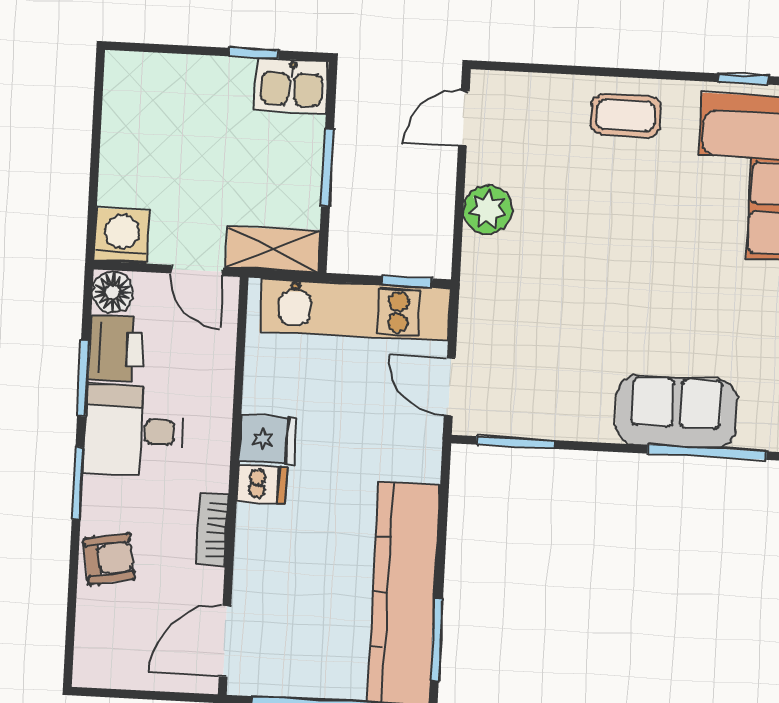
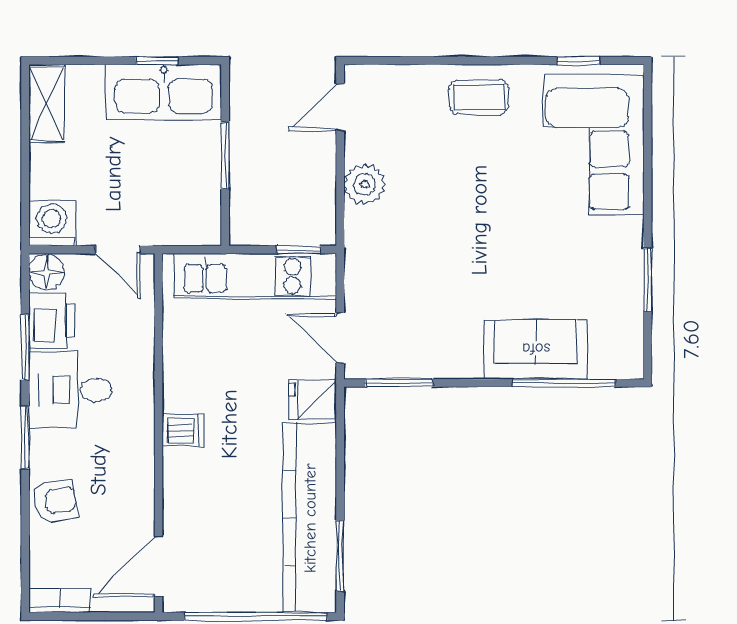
kitchen sink: (292, 86) -> (164, 92), width x1.88, depth x1.24
shelving: (273, 249) -> (47, 104), moved, turned 90
fridge: (267, 439) -> (313, 400), moved, turned 180
bookcase: (212, 530) -> (60, 600), moved, turned 90

